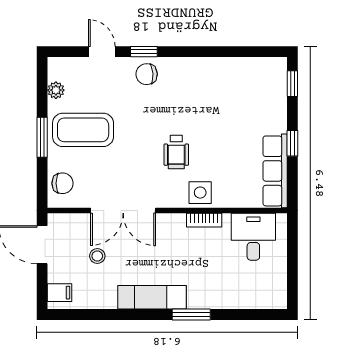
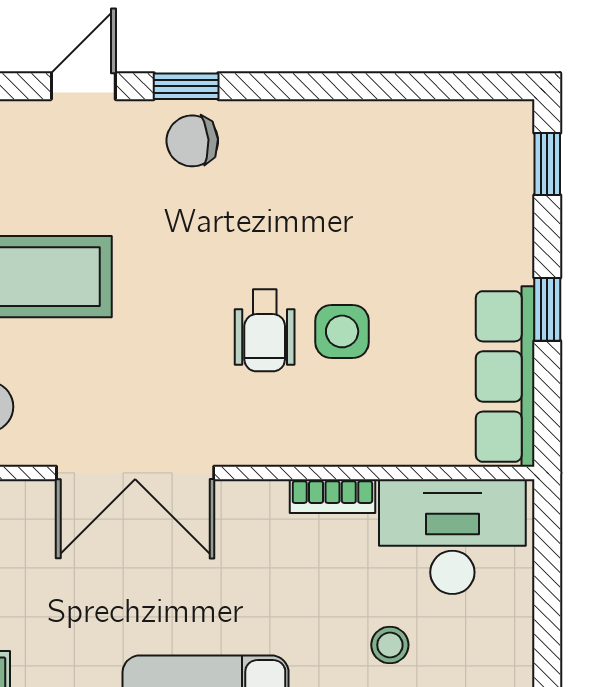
door: (102, 52) -> (83, 86), hinge flipped
side table: (200, 193) -> (342, 331), moved
desk: (253, 237) -> (452, 537), width x1.37
stool: (97, 256) -> (390, 645), moved

